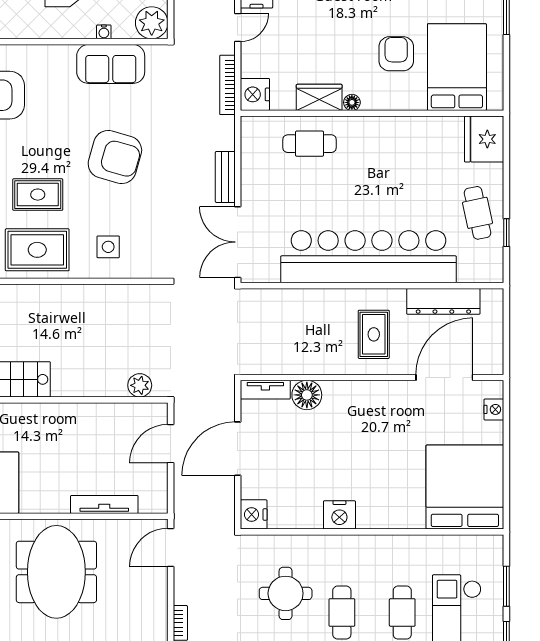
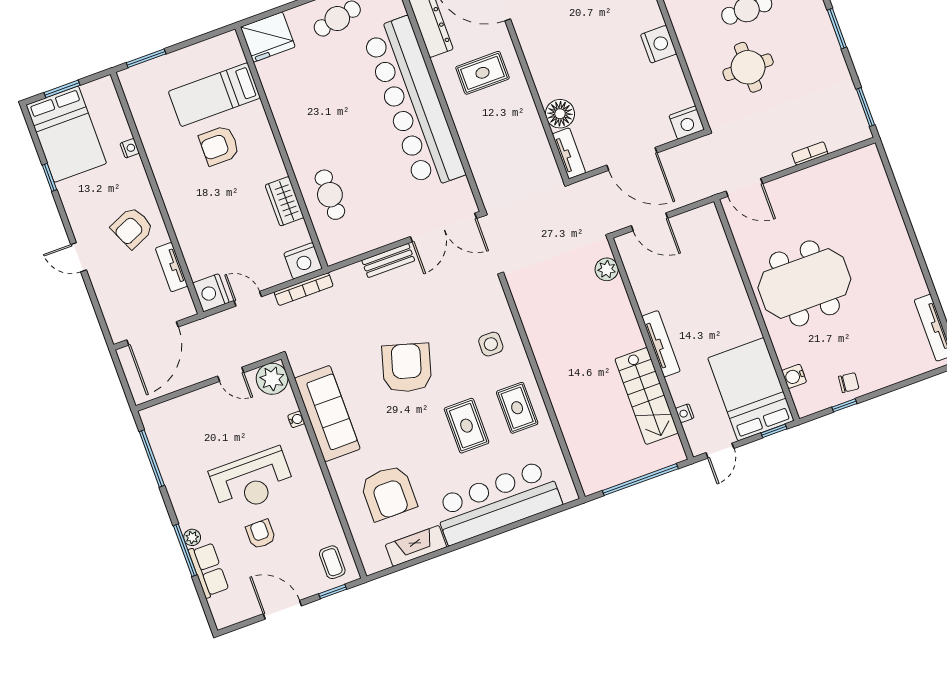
sofa: (111, 64) -> (327, 414), width x1.36
bed: (457, 67) -> (214, 95), width x0.67
floor lamp: (352, 102) -> (278, 170), removed
rug: (37, 250) -> (517, 408), width x0.73, depth x0.70
tv unit: (104, 504) -> (661, 344), moved, turned 180

